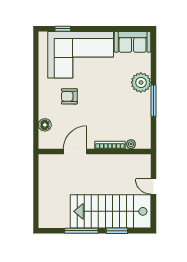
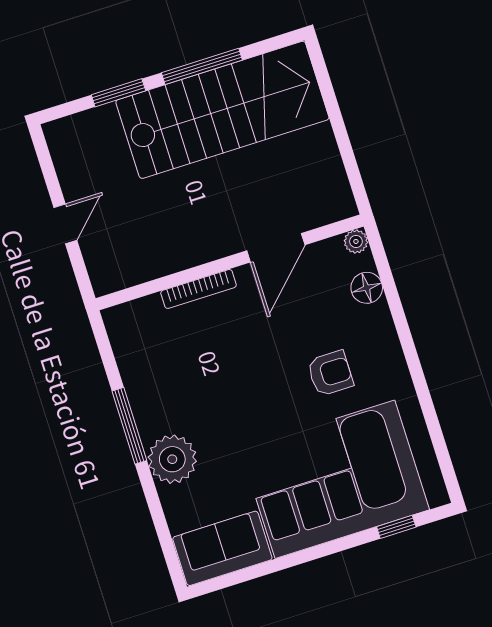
plant: (131, 144) -> (356, 241), moved
door: (153, 187) -> (65, 224), hinge flipped
stairs: (111, 211) -> (222, 110), moved

